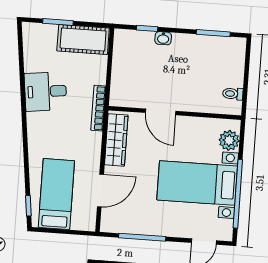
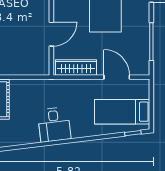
desk: (46, 91) -> (54, 125), moved
bookcase: (98, 108) -> (52, 83), removed

